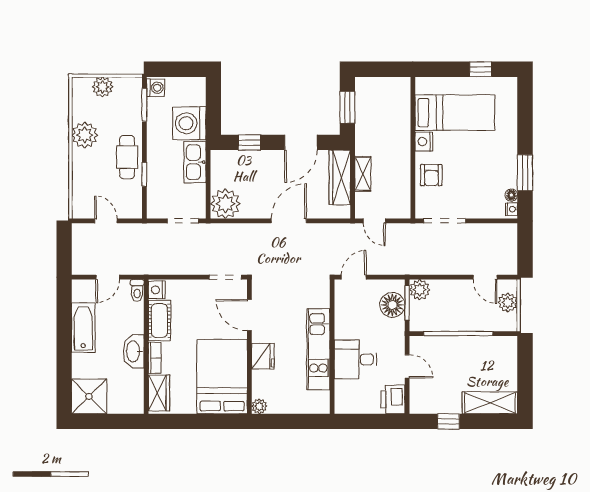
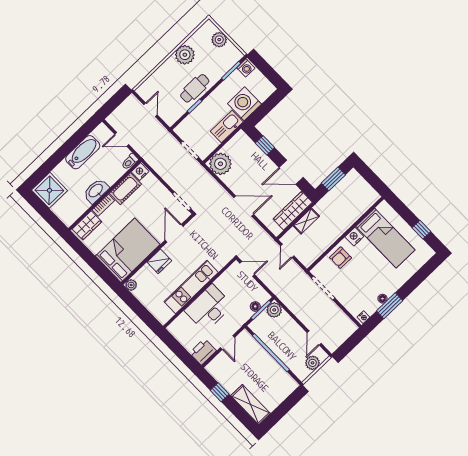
floor lamp: (511, 195) -> (382, 299), moved
floor lamp: (392, 305) -> (255, 306), width x0.53, depth x0.53
desk: (355, 359) -> (209, 308), width x1.37

